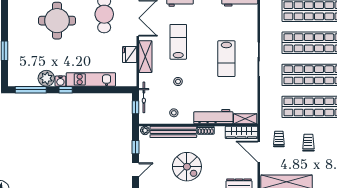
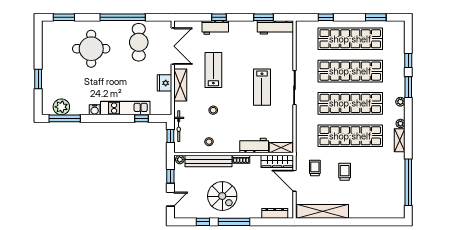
plant: (46, 78) -> (61, 107), moved
window: (66, 90) -> (142, 118), moved
workbench: (213, 117) -> (254, 146), width x0.73

